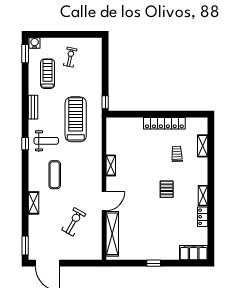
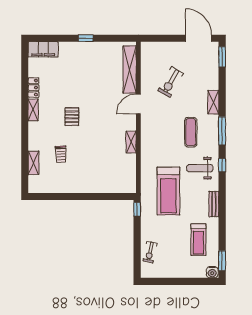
exercise bike: (70, 57) -> (150, 252), moved
locker: (164, 123) -> (74, 187), removed
window: (25, 176) -> (222, 131), added

